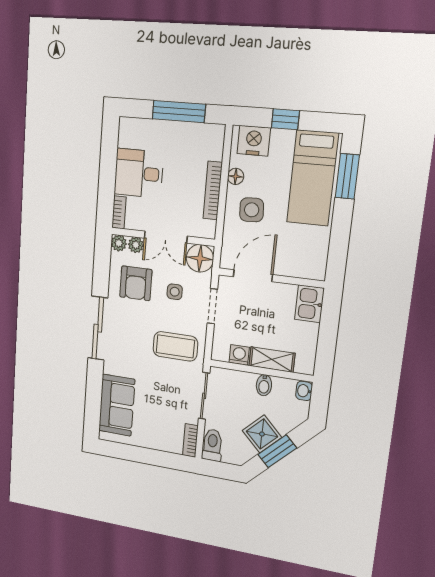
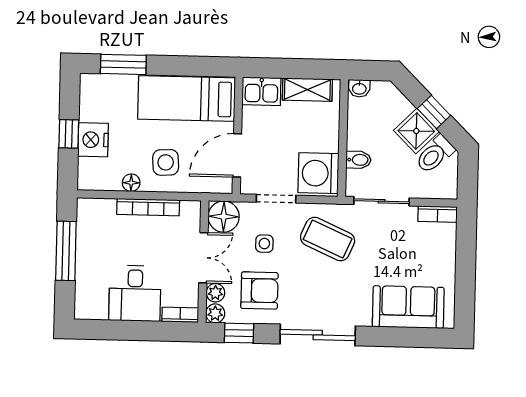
nightstand: (254, 141) -> (93, 140), moved
bed: (312, 178) -> (187, 99), moved, turned 180
window: (102, 262) -> (239, 333), added
door: (253, 276) -> (237, 155), hinge flipped
coffee table: (175, 346) -> (328, 239), turned -66
washing machine: (239, 355) -> (318, 173), width x1.89, depth x1.89
shelving: (272, 359) -> (307, 90), moved, turned 90
bidet: (264, 385) -> (358, 160), moved
toilet: (212, 445) -> (435, 154), moved, turned -45
window: (277, 451) -> (434, 112), width x0.67

